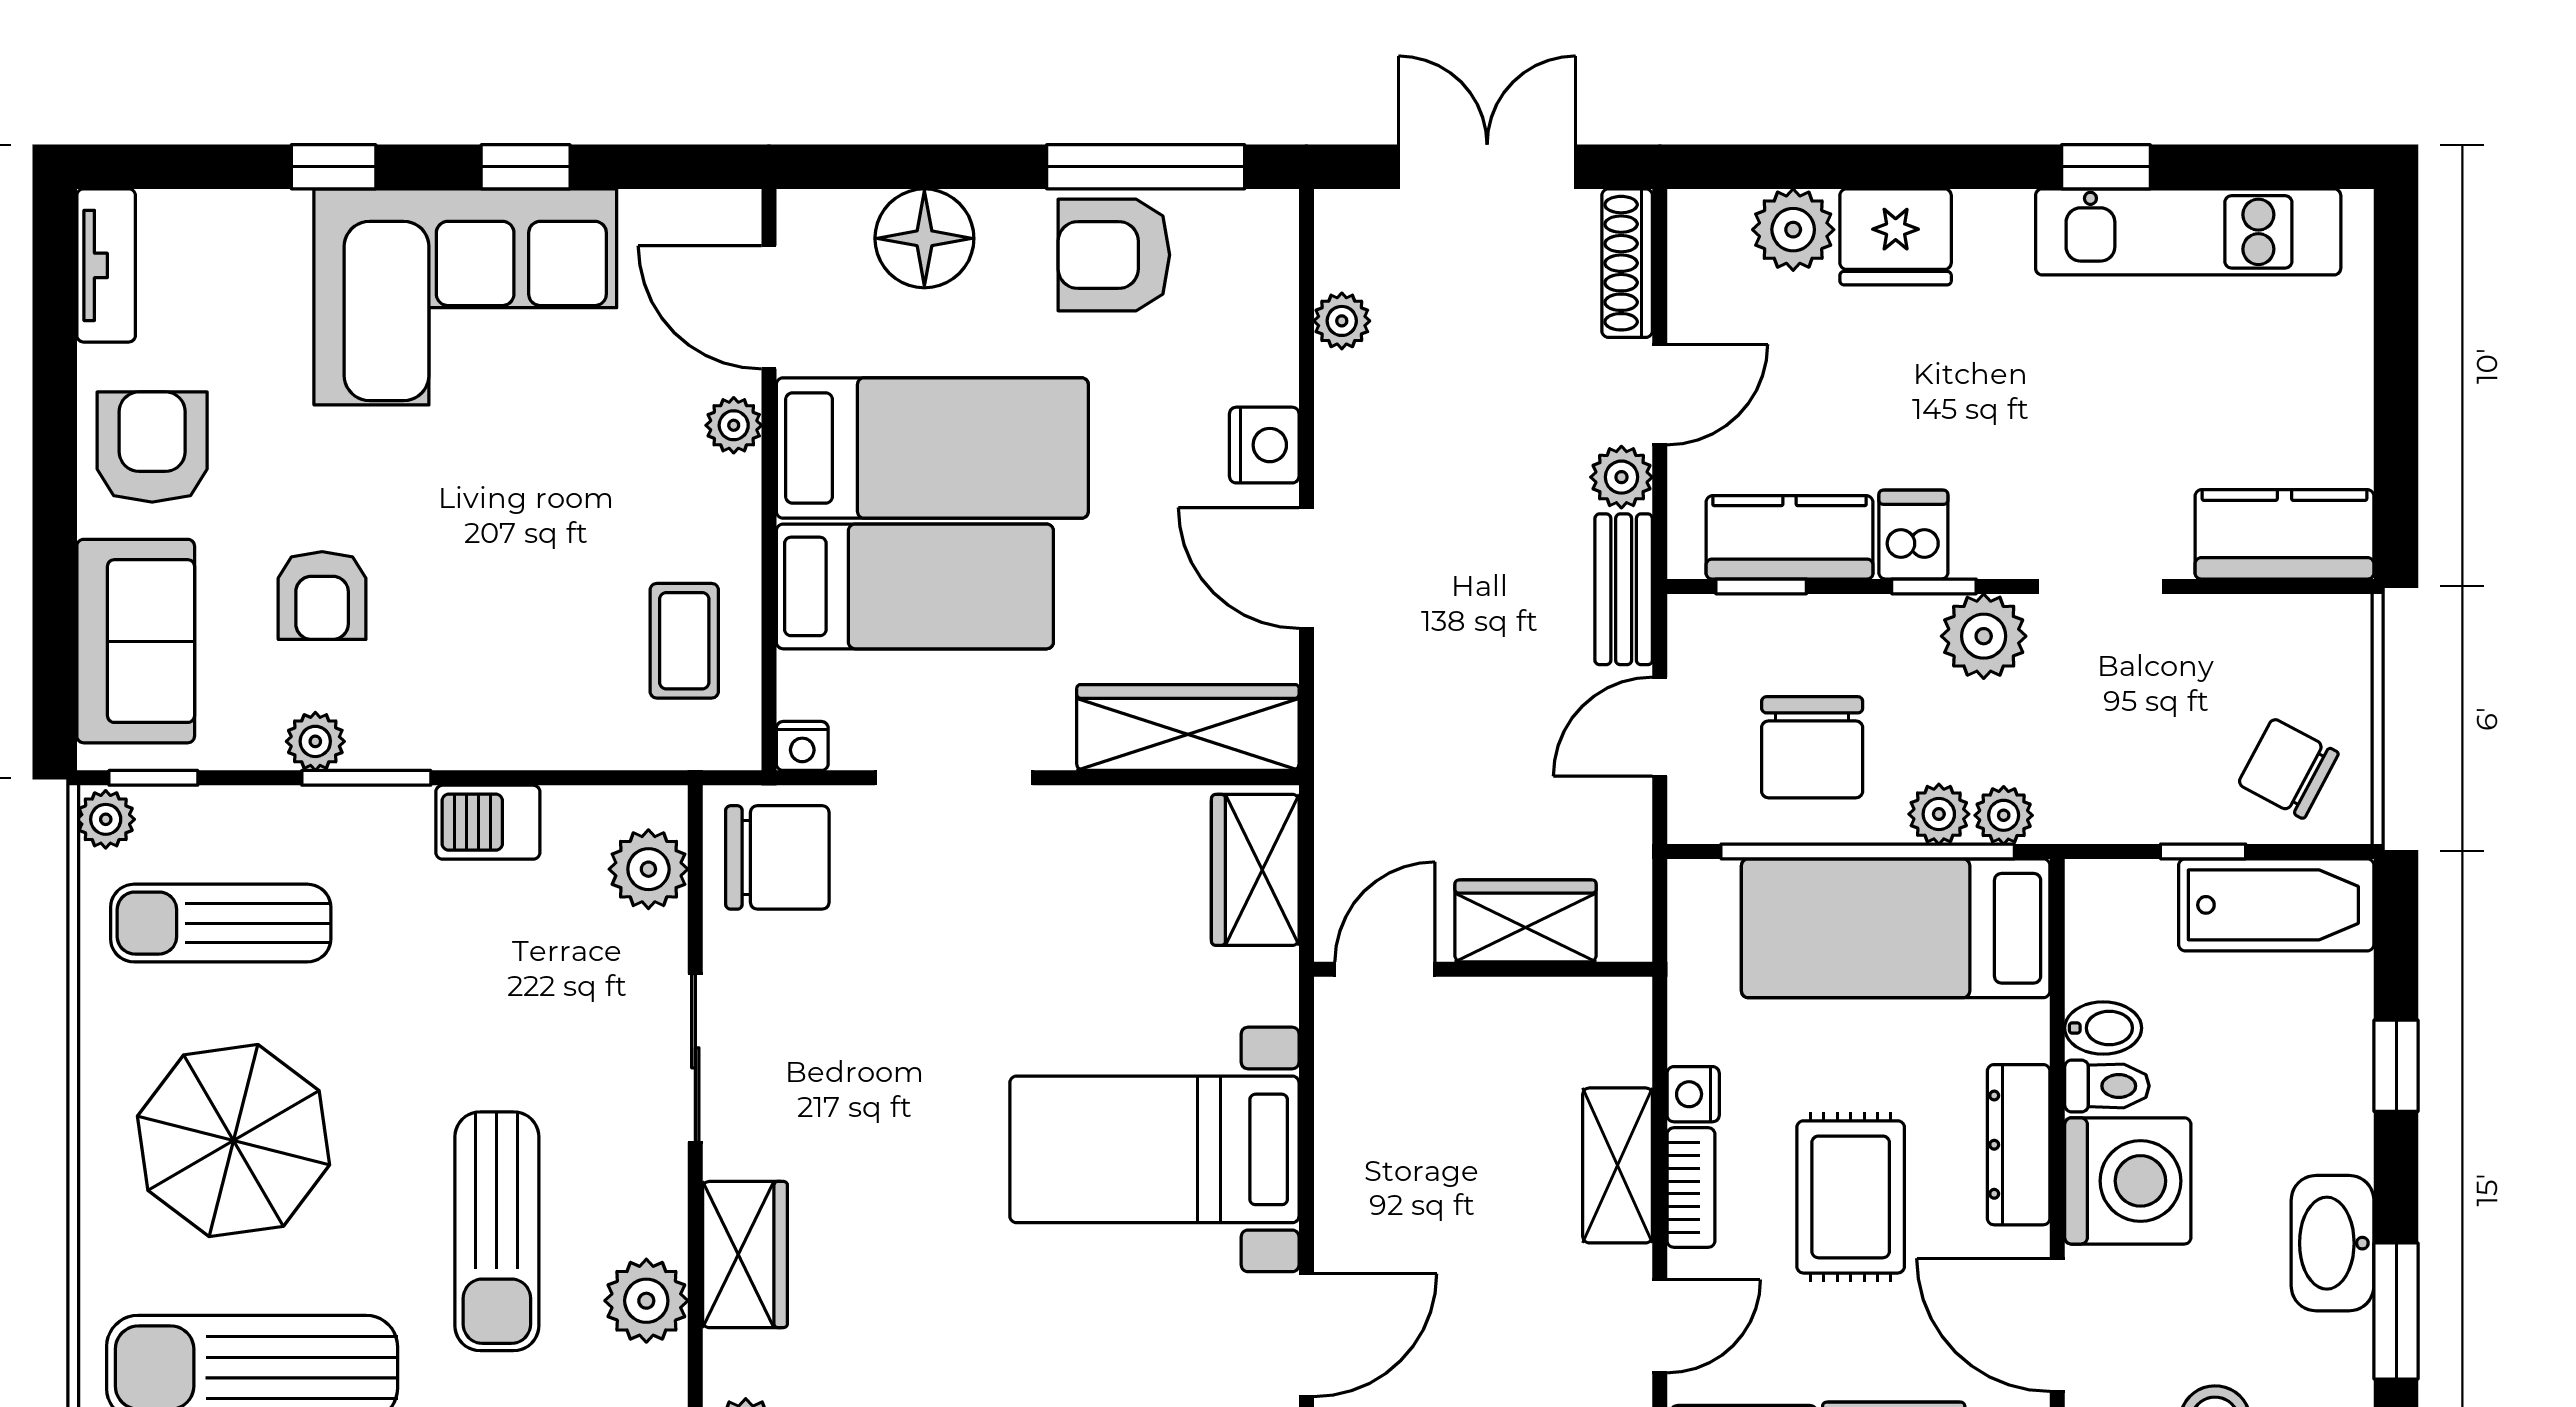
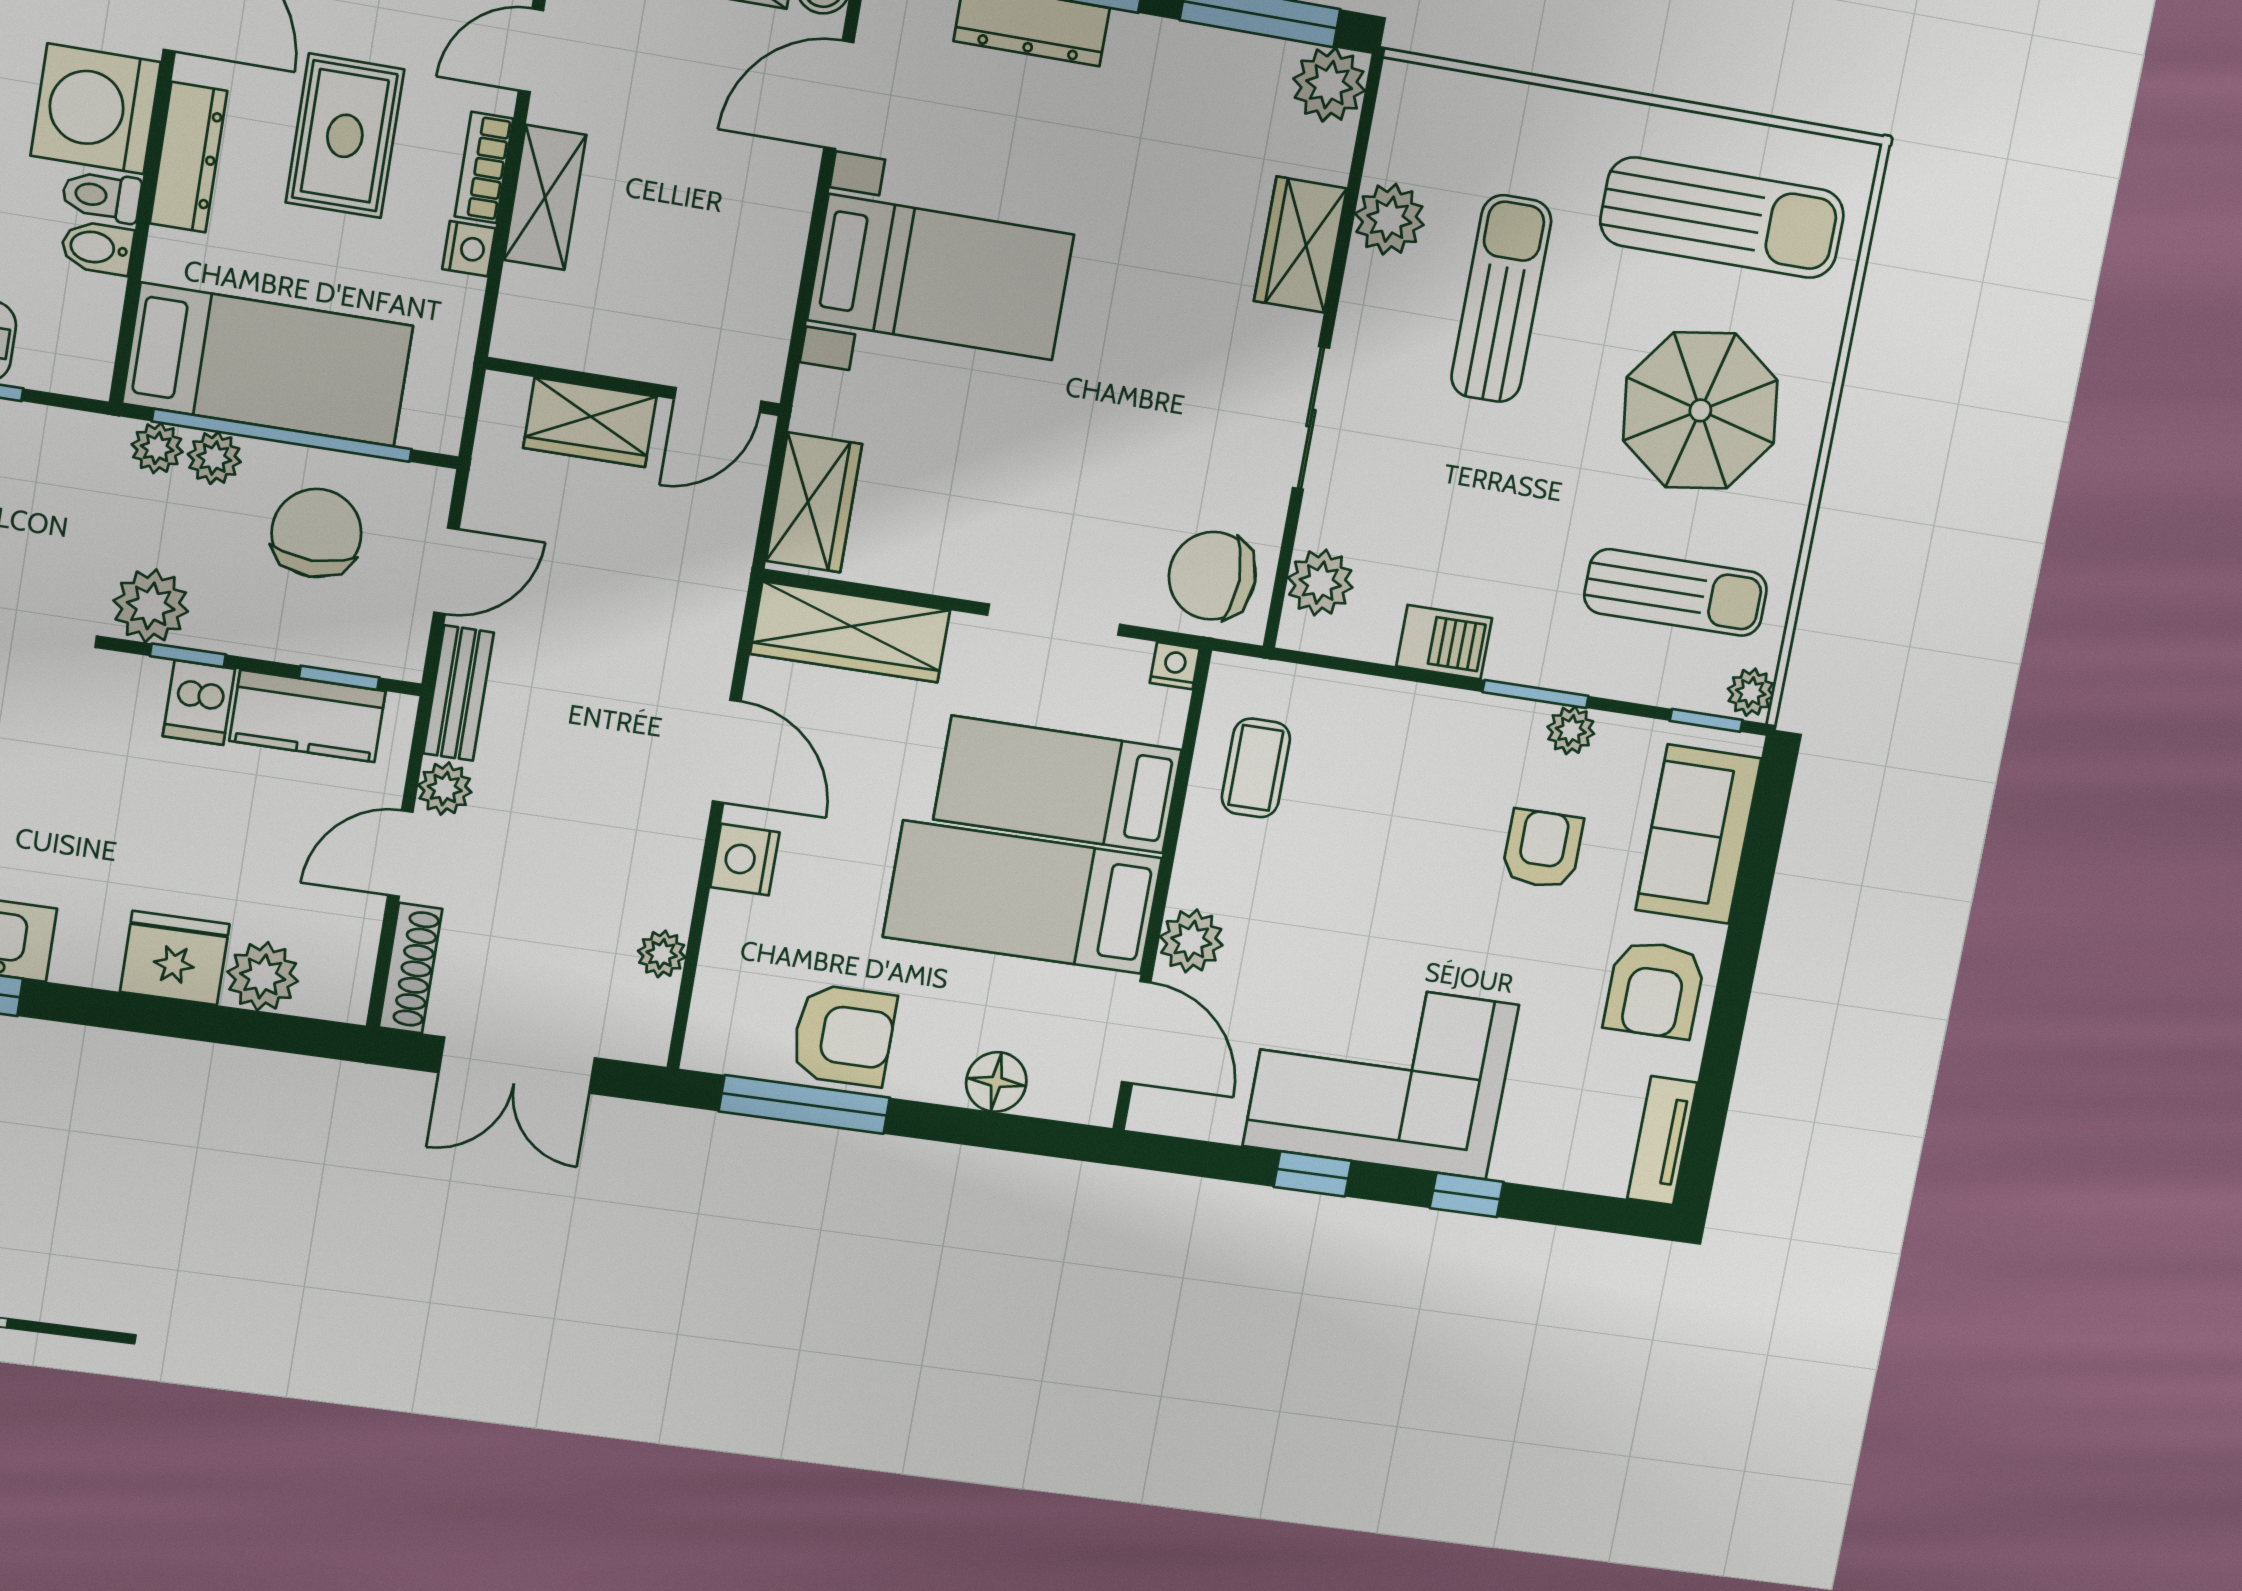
floor lamp: (924, 238) -> (996, 1082), width x0.73, depth x0.73
plant: (734, 425) -> (1191, 941), width x1.38, depth x1.38

